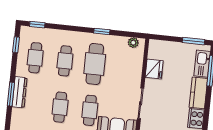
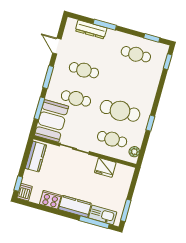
cafe table: (65, 61) -> (112, 139), moved
dresser: (20, 92) -> (91, 29), moved

